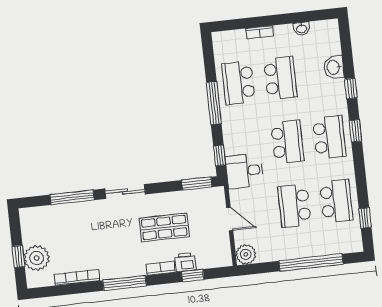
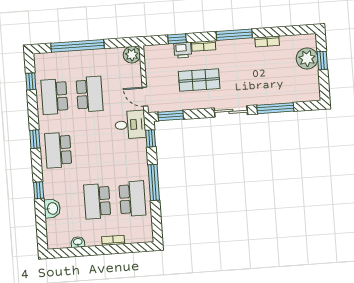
window: (355, 131) -> (35, 139), moved
school desk: (287, 142) -> (93, 148), removed
door: (230, 219) -> (145, 97), moved
bookcase: (77, 277) -> (267, 41), width x0.64

